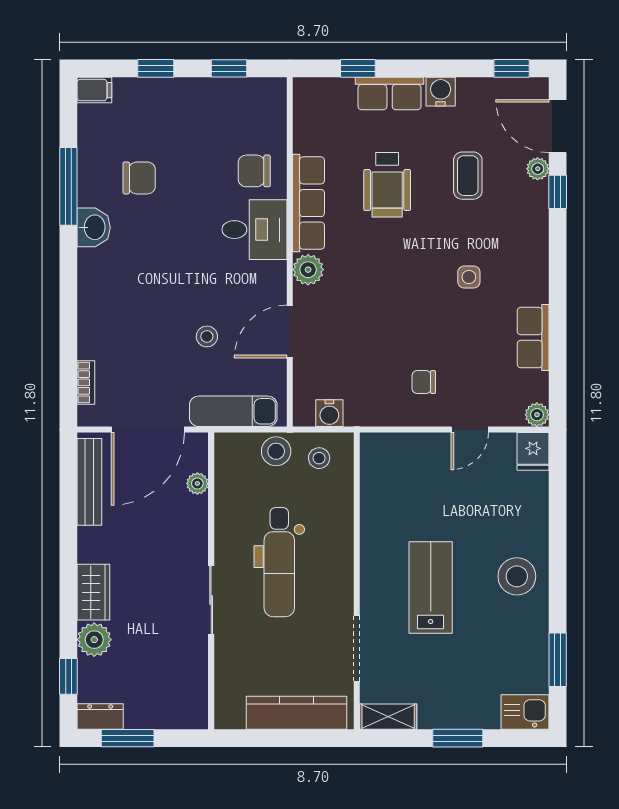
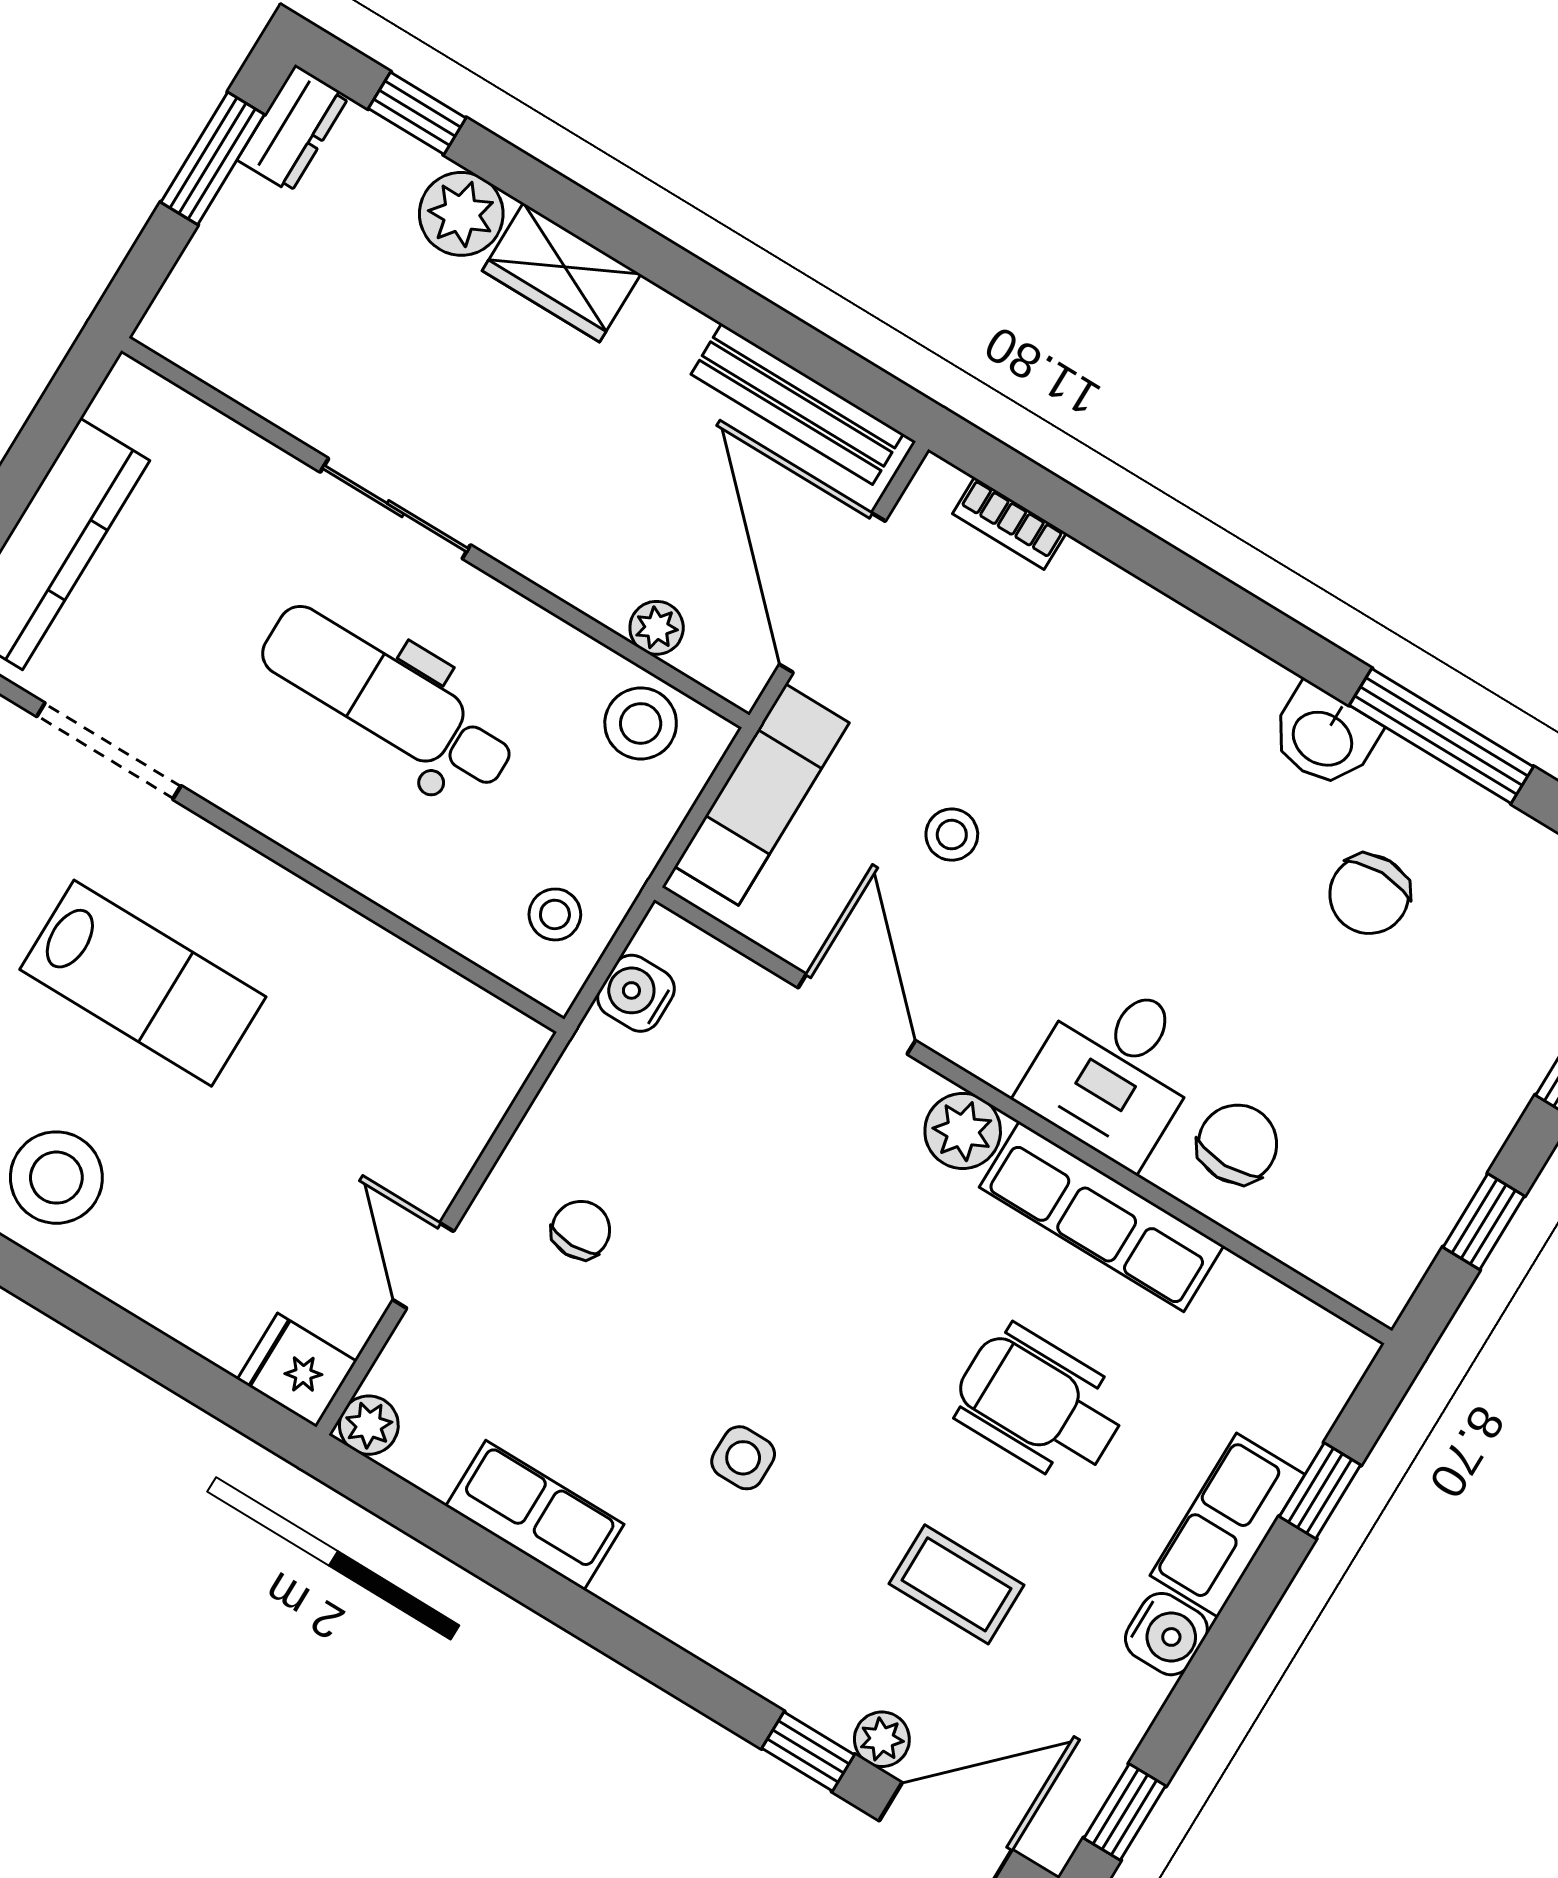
stool: (276, 451) -> (641, 723), moved

